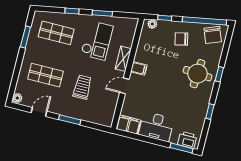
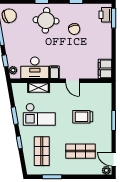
chair: (181, 39) -> (74, 29), moved
checkout: (97, 40) -> (39, 114), turned 180
shelving: (123, 59) -> (39, 88), moved
shop shelf: (45, 75) -> (80, 151), turned 90
door: (39, 112) -> (114, 159), moved
desk: (156, 127) -> (35, 68), moved, turned 90

